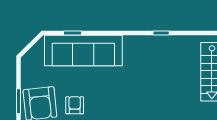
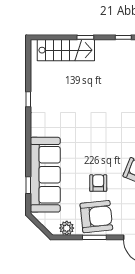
plant: (28, 73) -> (67, 228), added
armchair: (75, 105) -> (98, 183), turned 90

